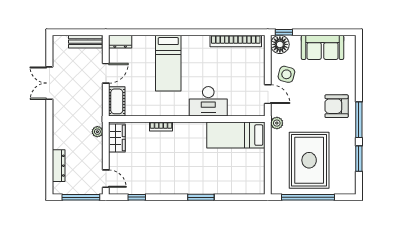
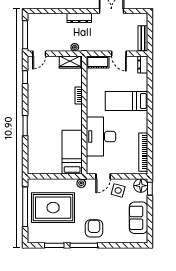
desk: (208, 101) -> (101, 137), width x1.36, depth x1.30
dresser: (59, 166) -> (79, 18), moved

